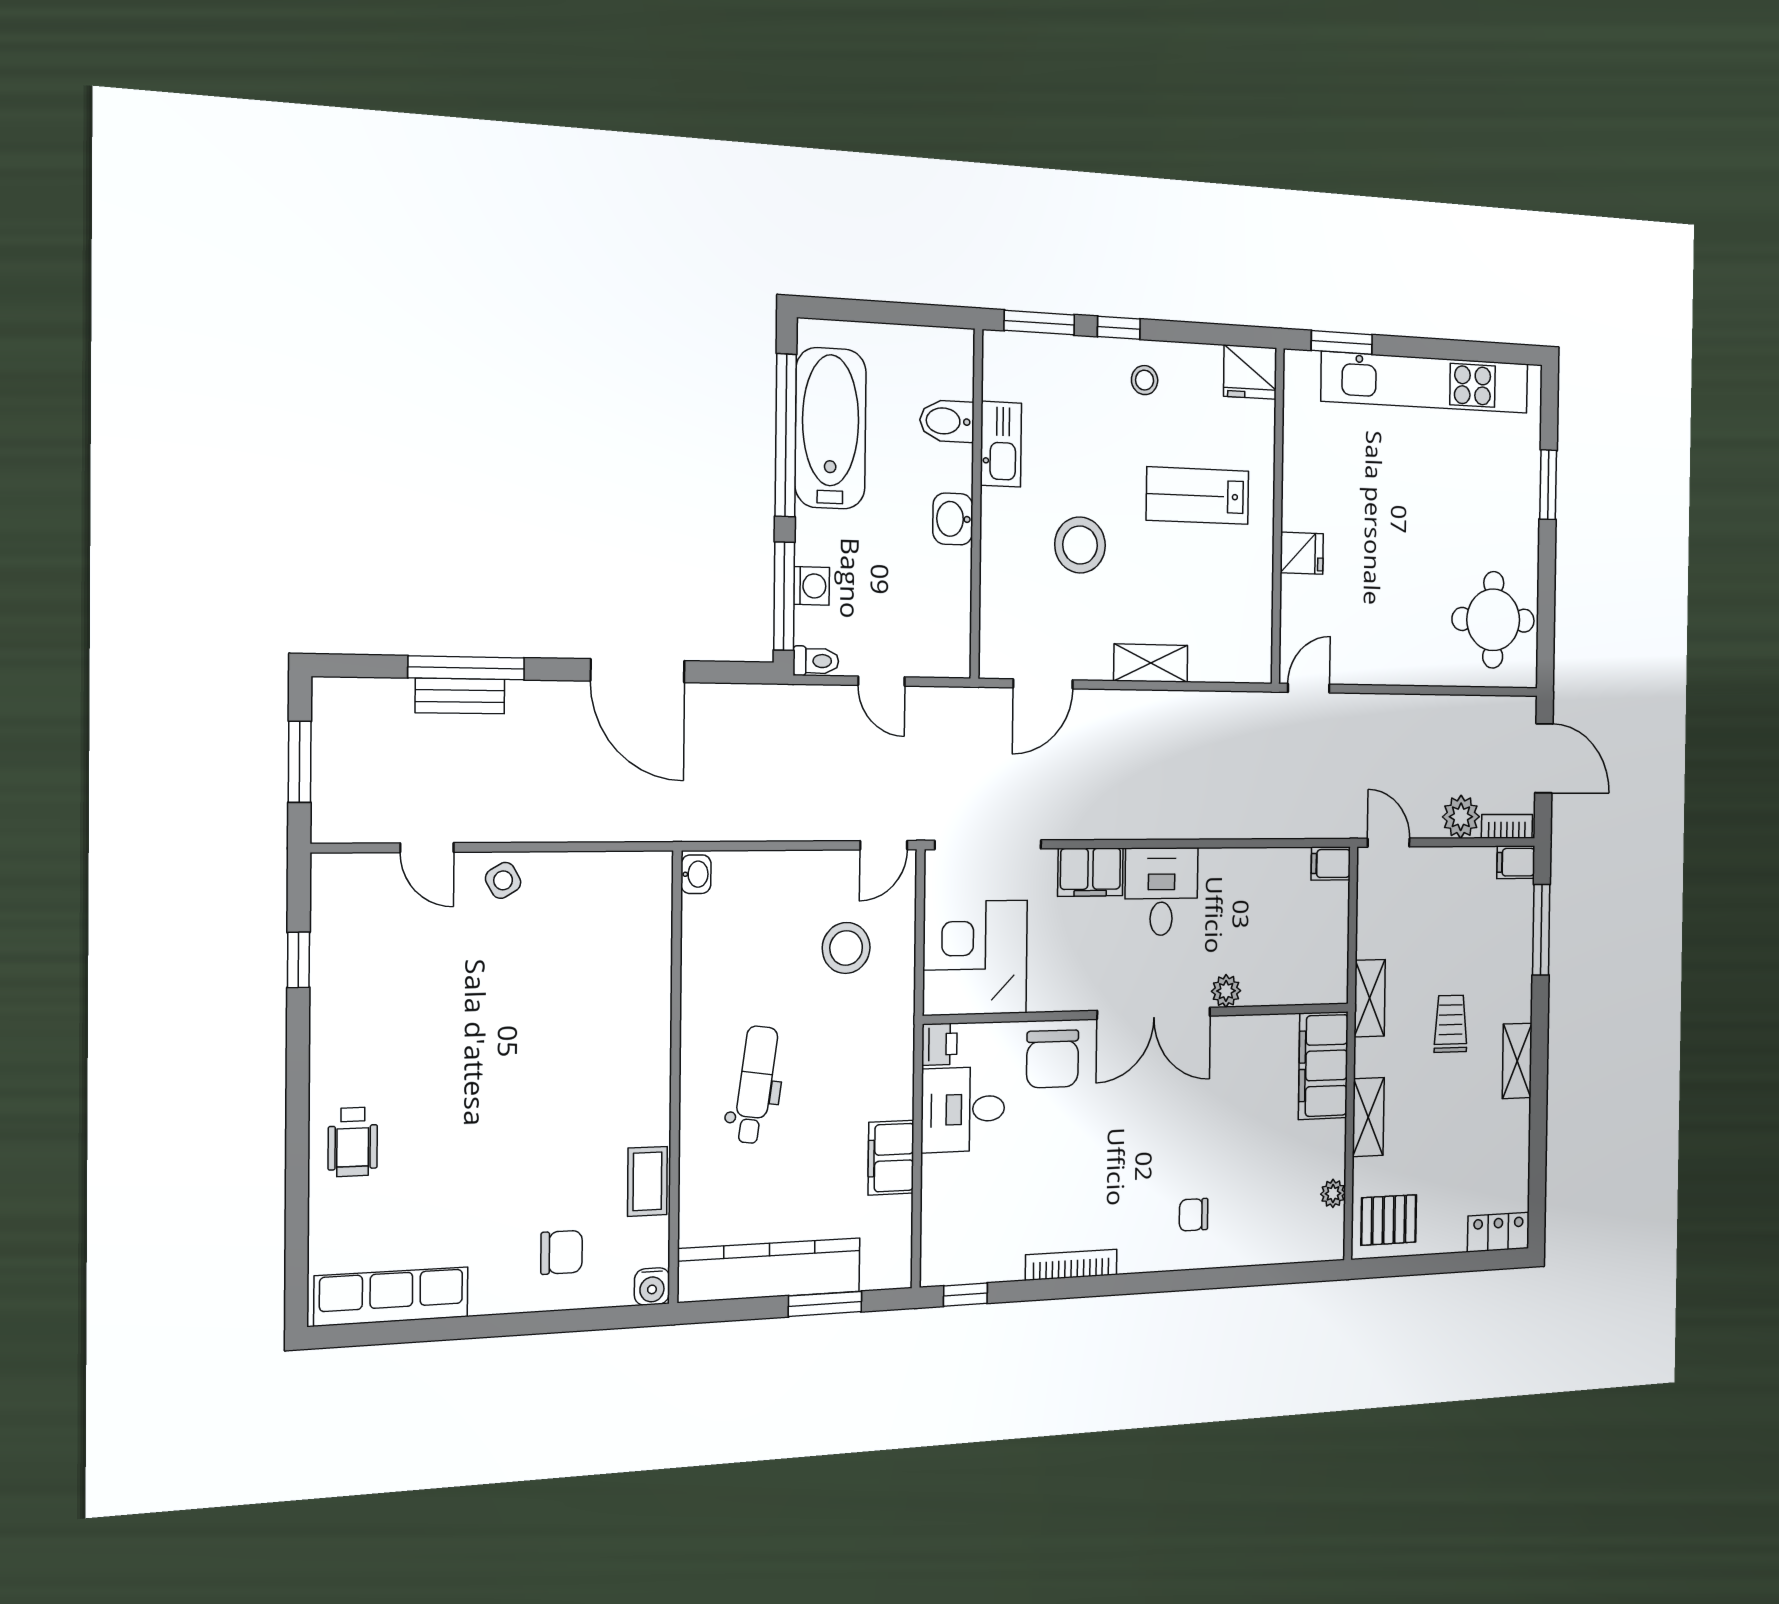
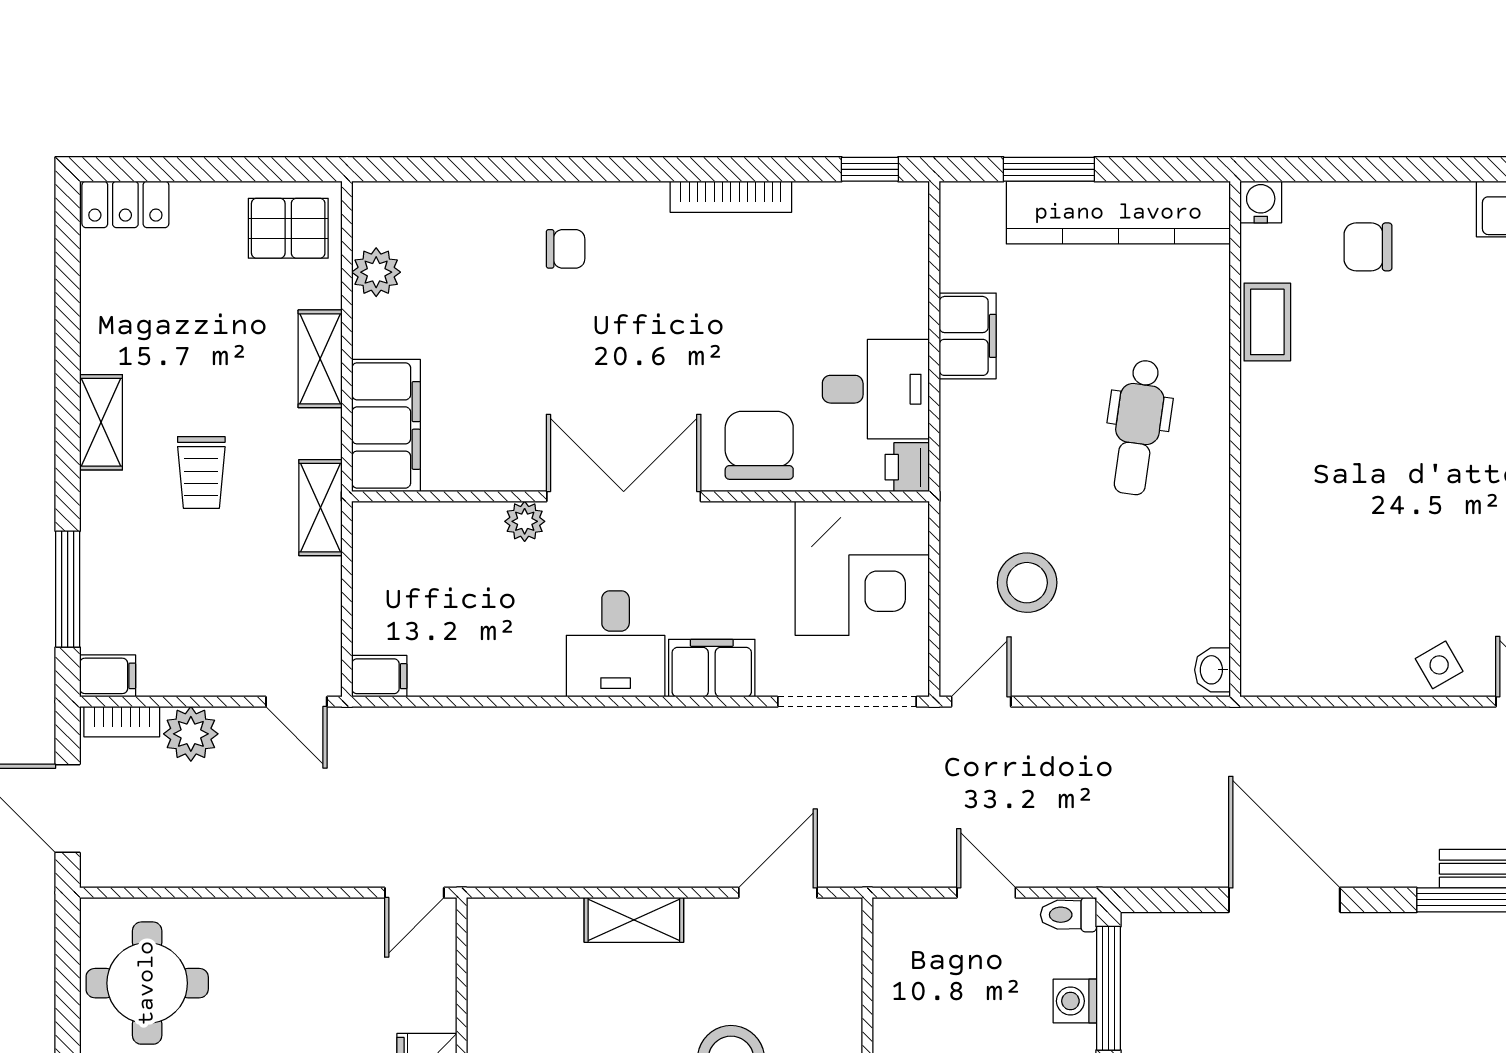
plant: (1333, 1193) -> (376, 272), width x1.38, depth x1.38

